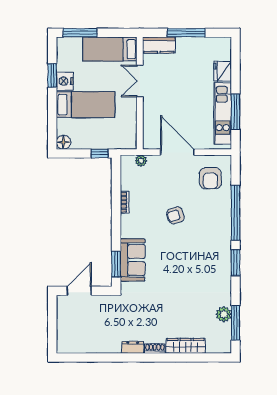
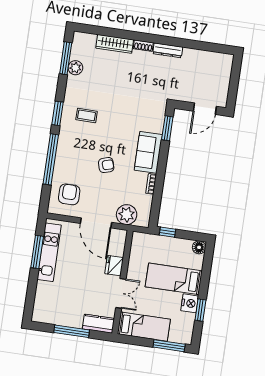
fridge: (223, 71) -> (114, 266), moved, turned 180
plant: (141, 161) -> (127, 215), width x1.87, depth x1.87
sofa: (133, 260) -> (148, 152), moved
coffee table: (204, 265) -> (87, 115), added
dresser: (133, 347) -> (168, 50), width x1.44

